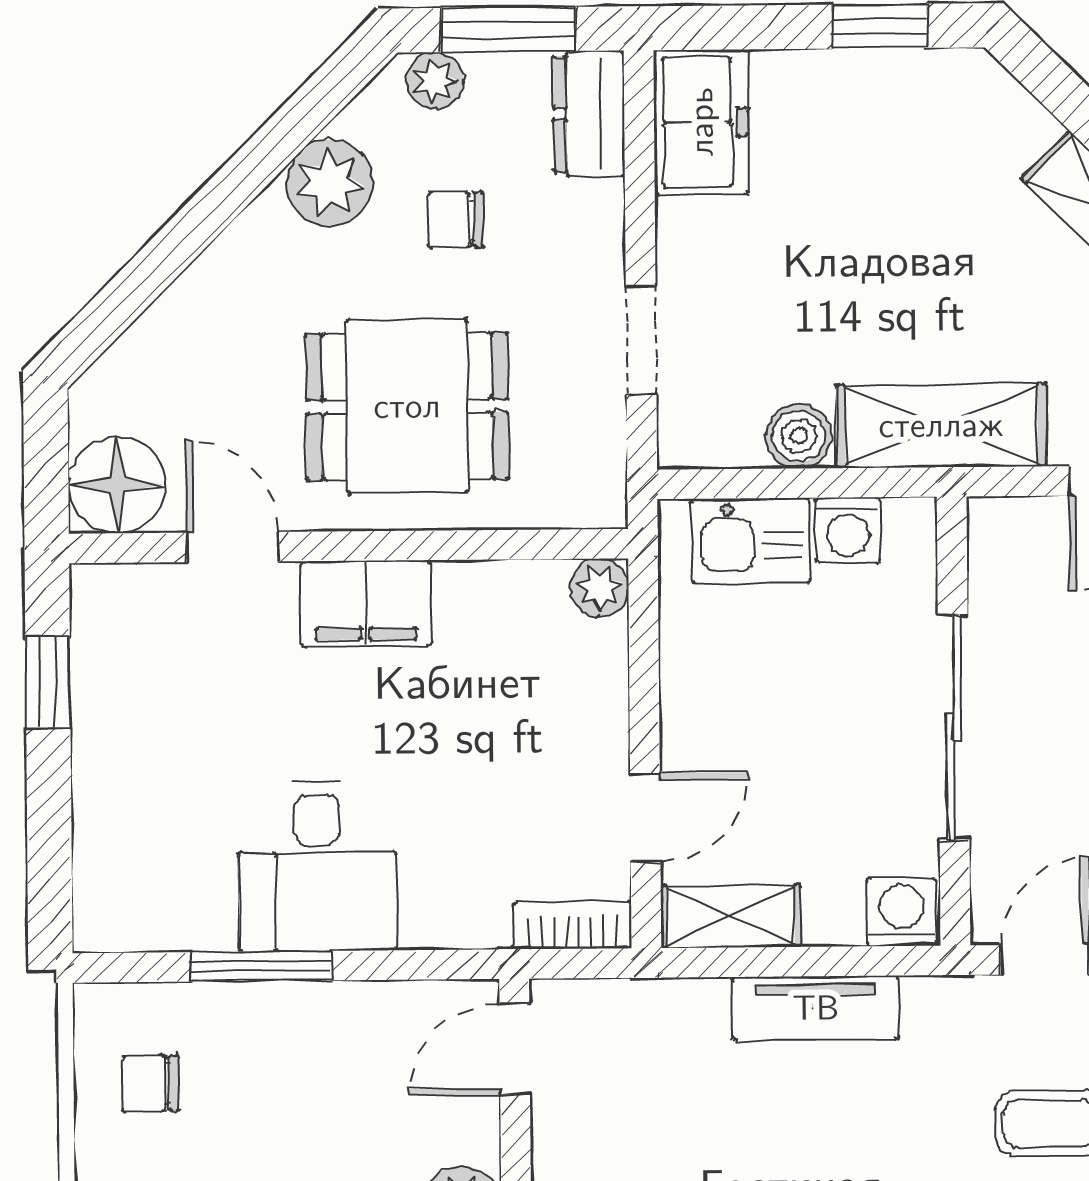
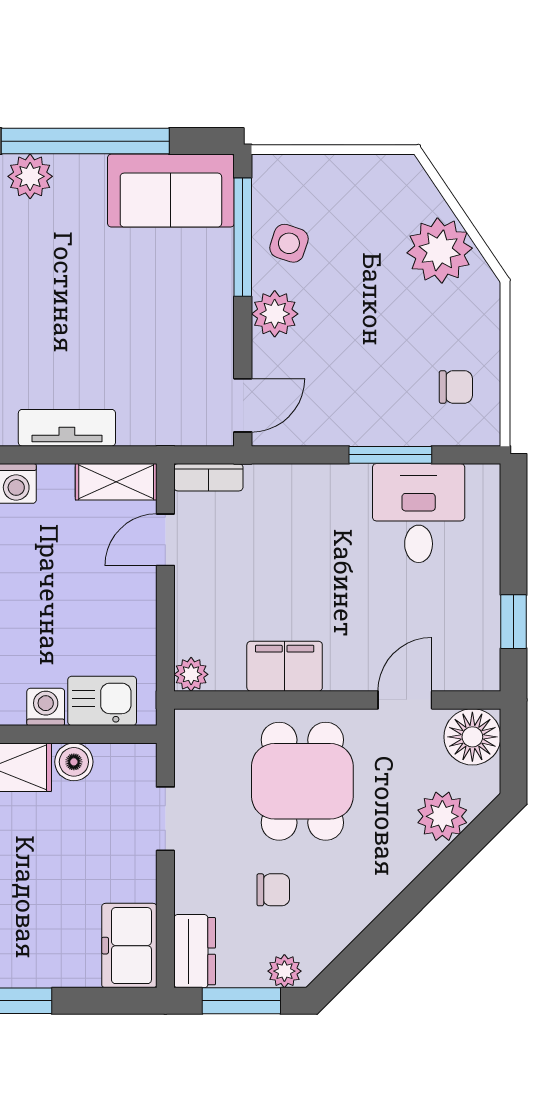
plant: (330, 183) -> (442, 816), moved
dining table: (407, 406) -> (302, 781), turned 90
door: (233, 547) -> (405, 700), swing flipped
filing cabinet: (366, 604) -> (285, 666), moved
desk: (317, 866) -> (419, 513), moved

